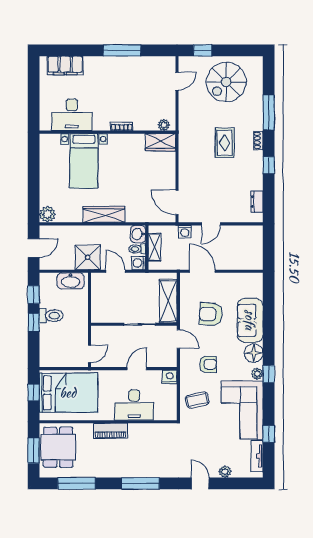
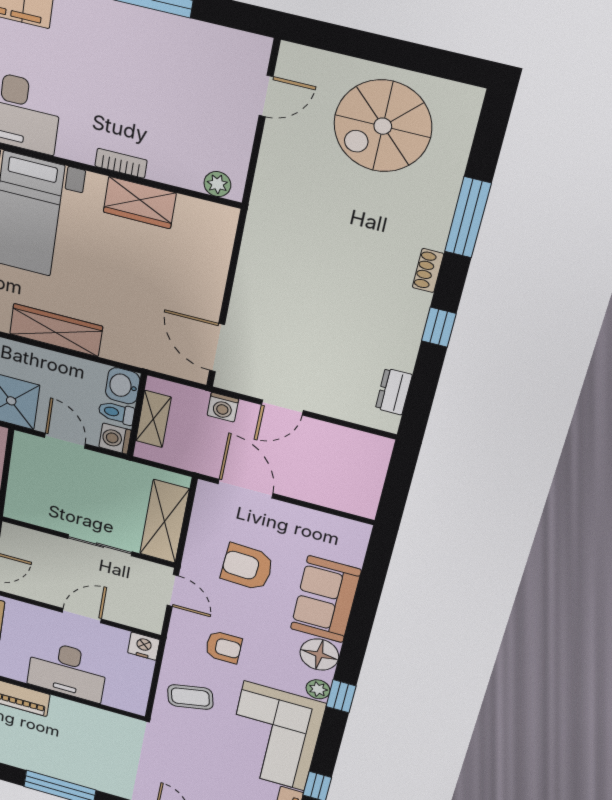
window: (203, 50) -> (343, 40), removed
wardrobe: (161, 142) -> (140, 203), moved
rug: (225, 143) -> (349, 256), removed

